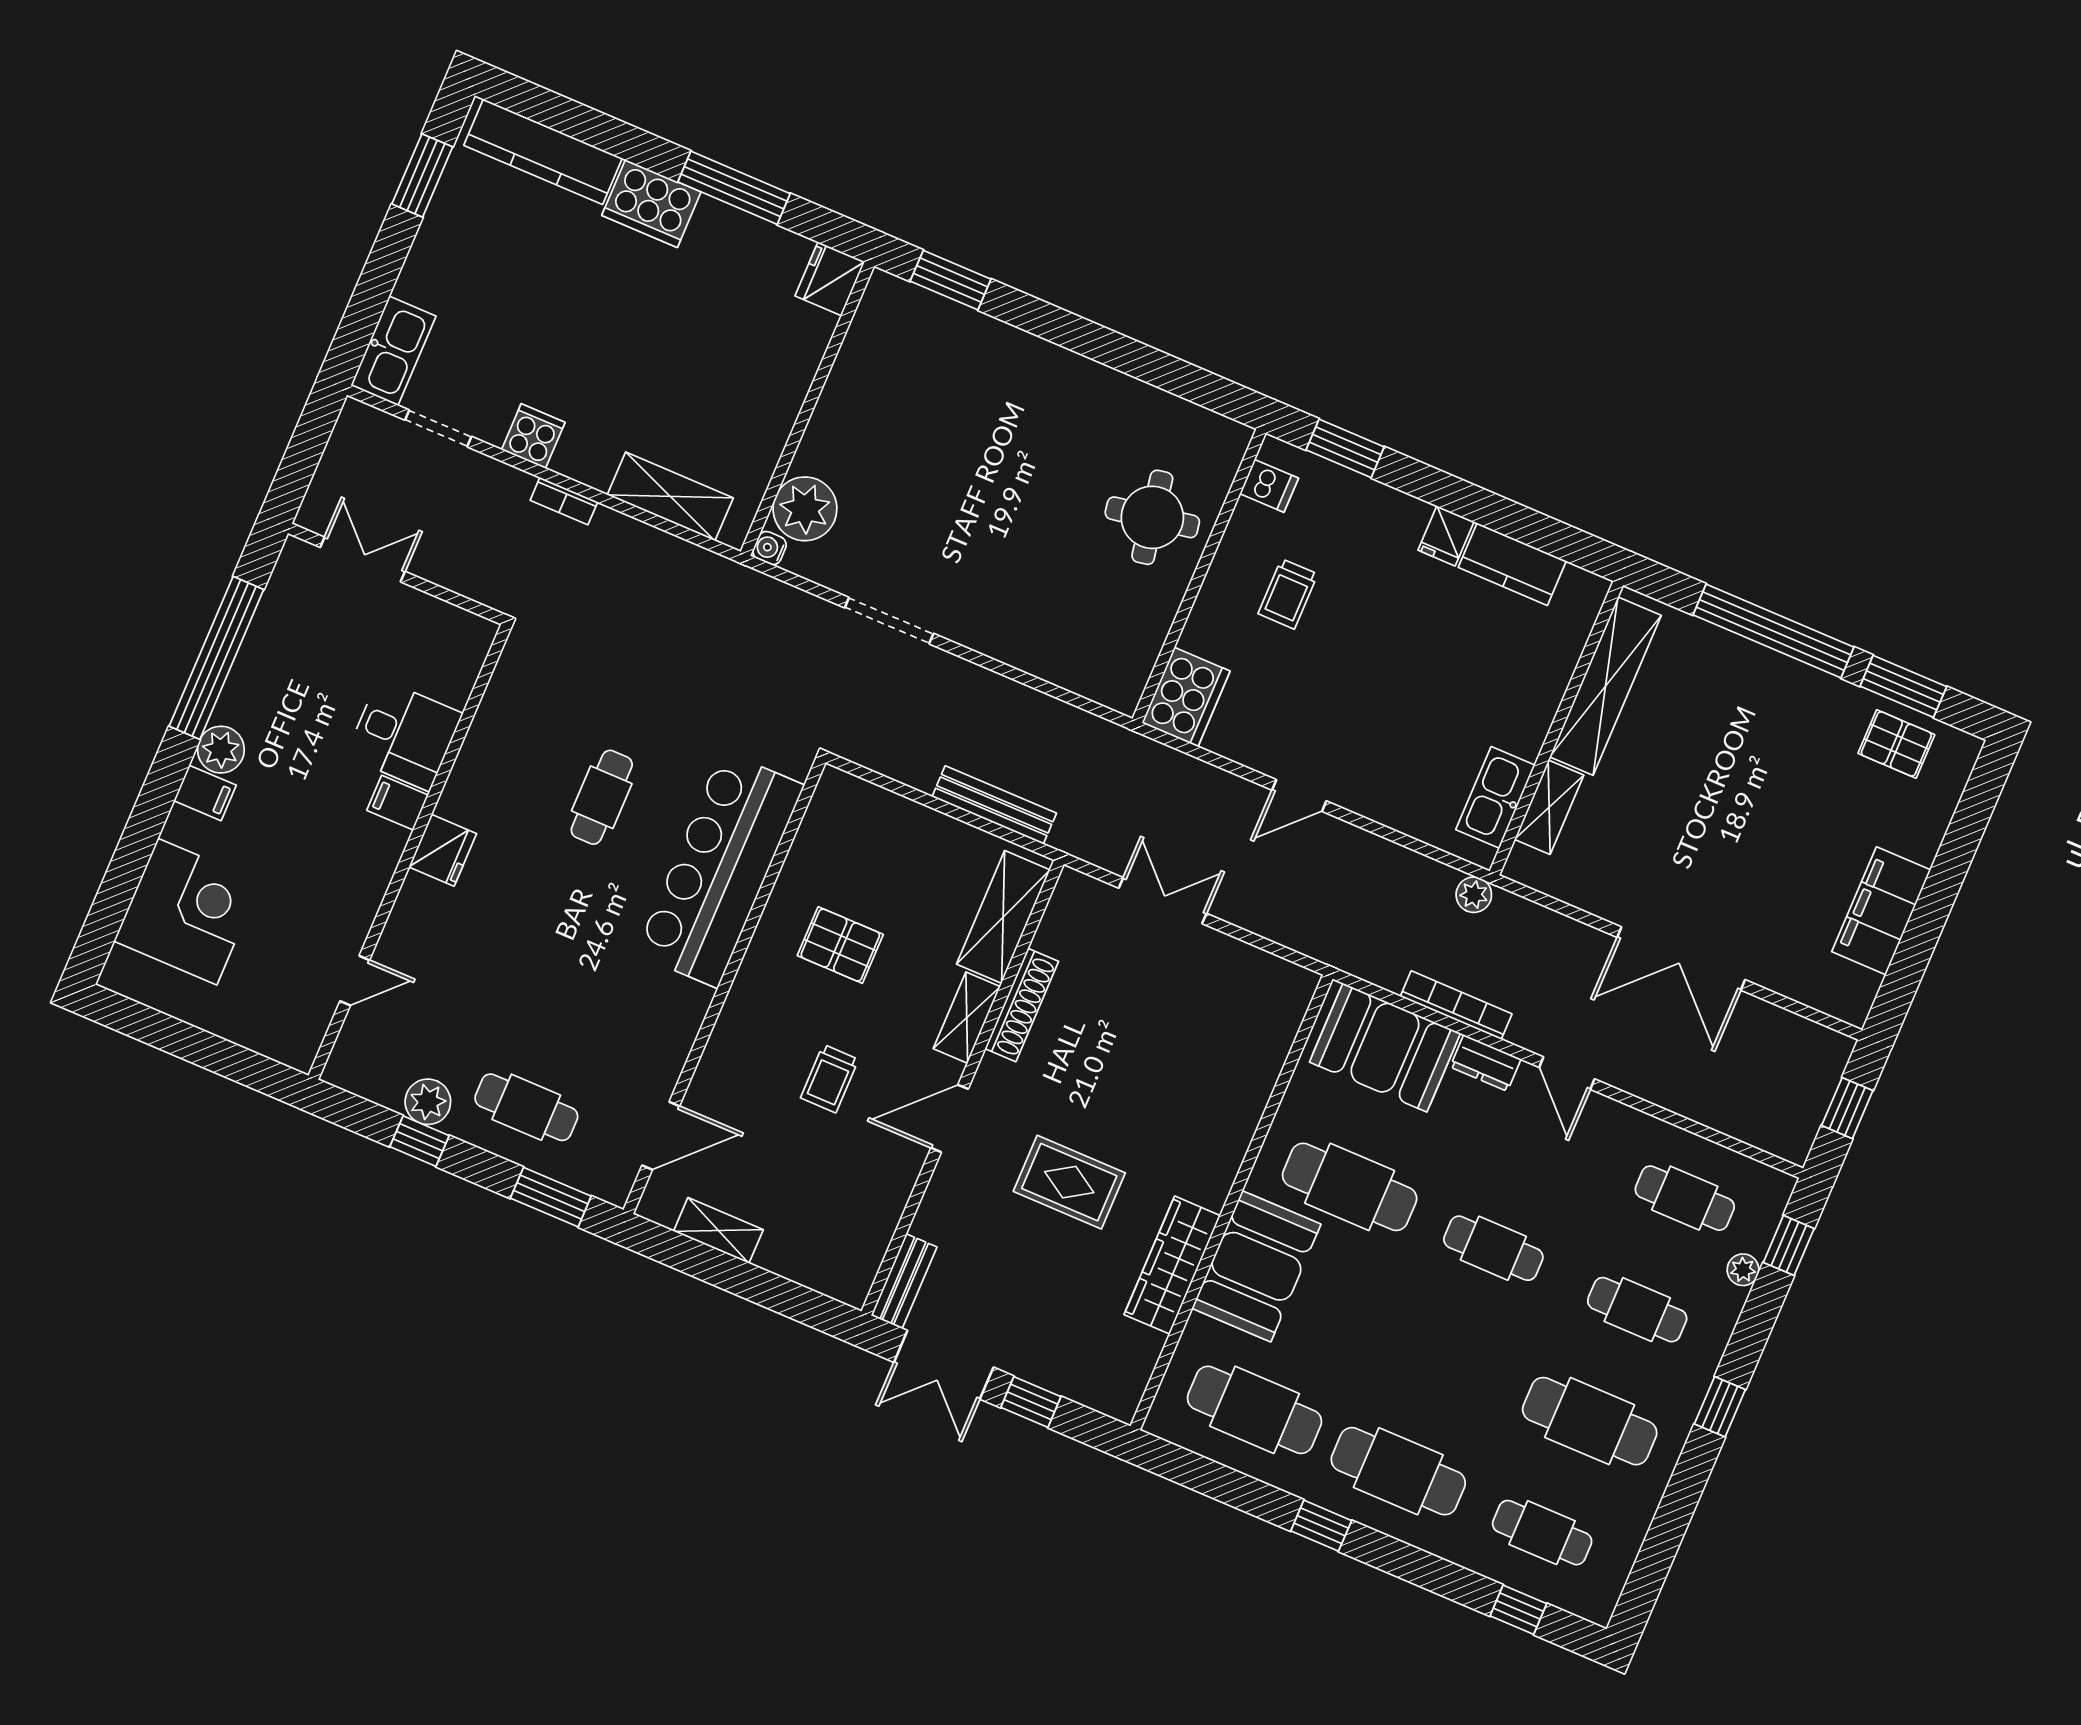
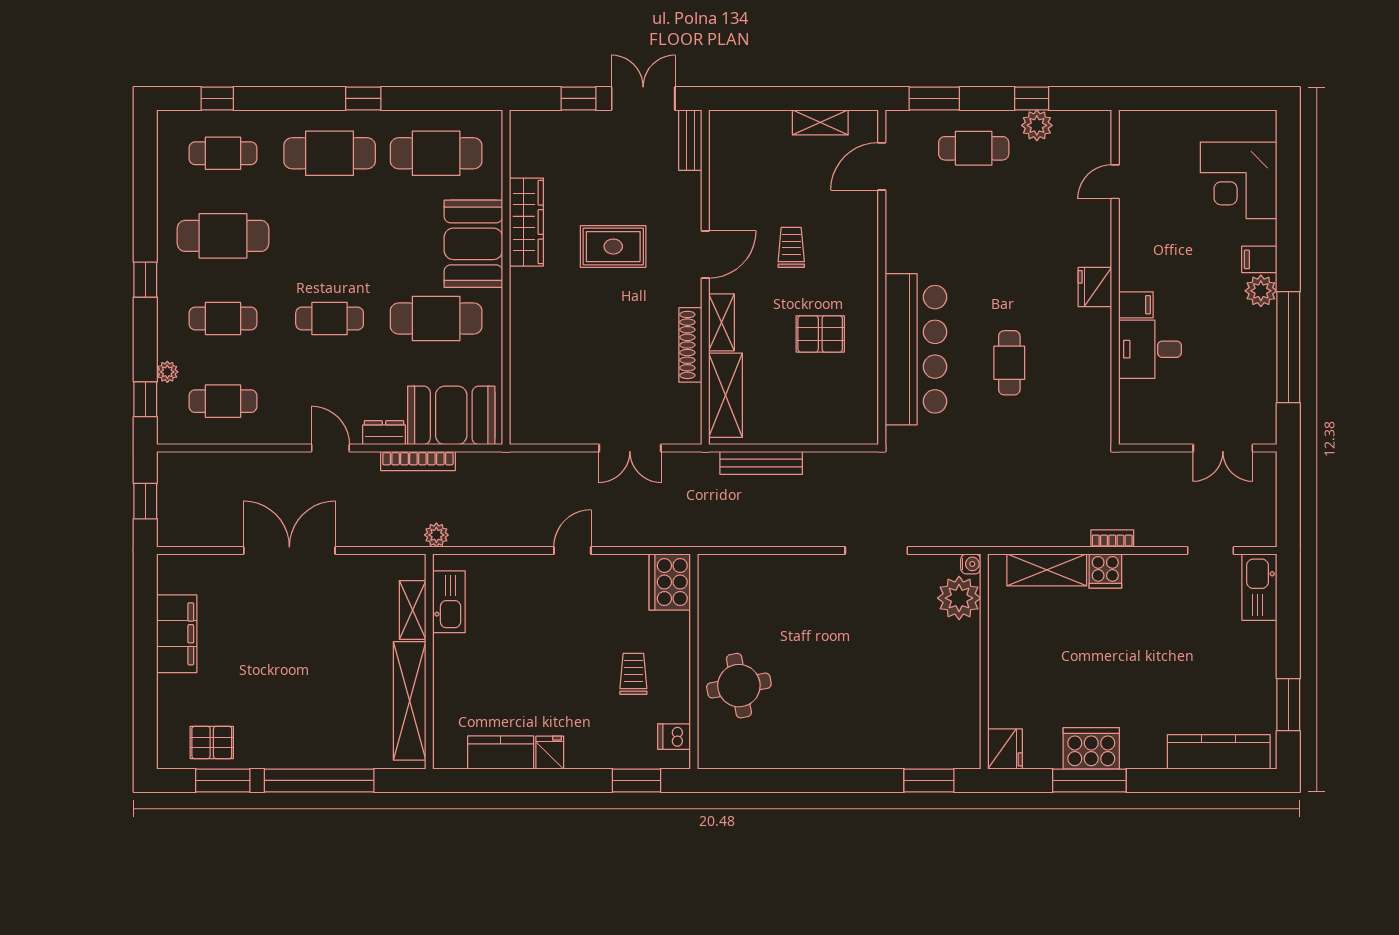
cooker: (651, 204) -> (1091, 748), moved
cooker: (533, 436) -> (1105, 571), moved

